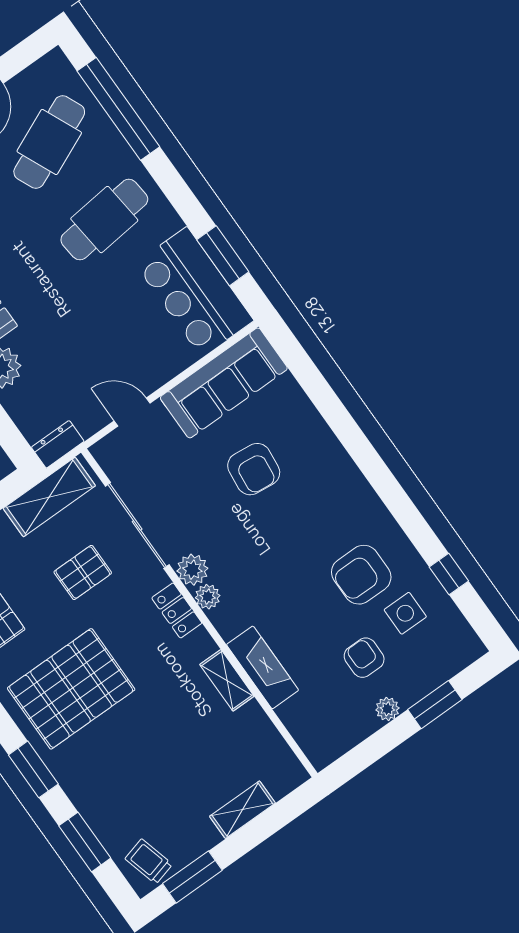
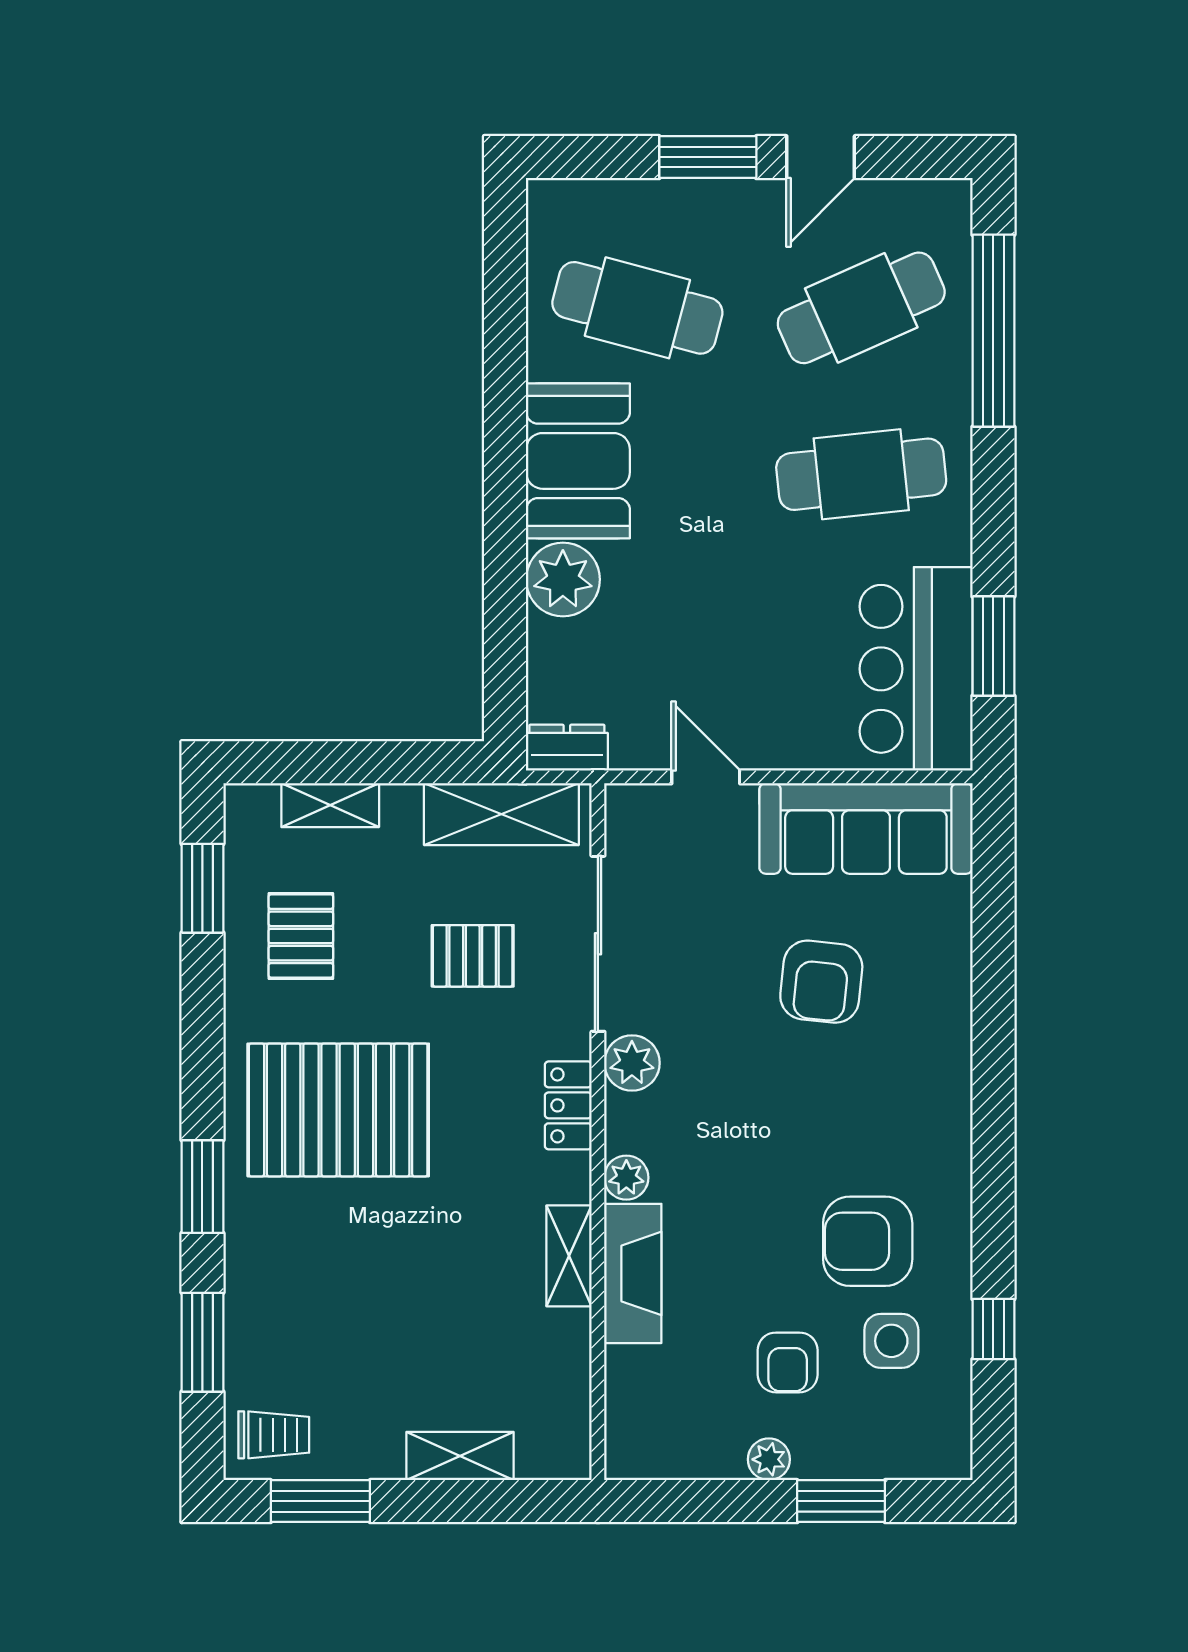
plant: (208, 597) -> (626, 1178), moved
armchair: (364, 658) -> (788, 1362), turned 180
trolley: (149, 861) -> (274, 1435), turned 105

